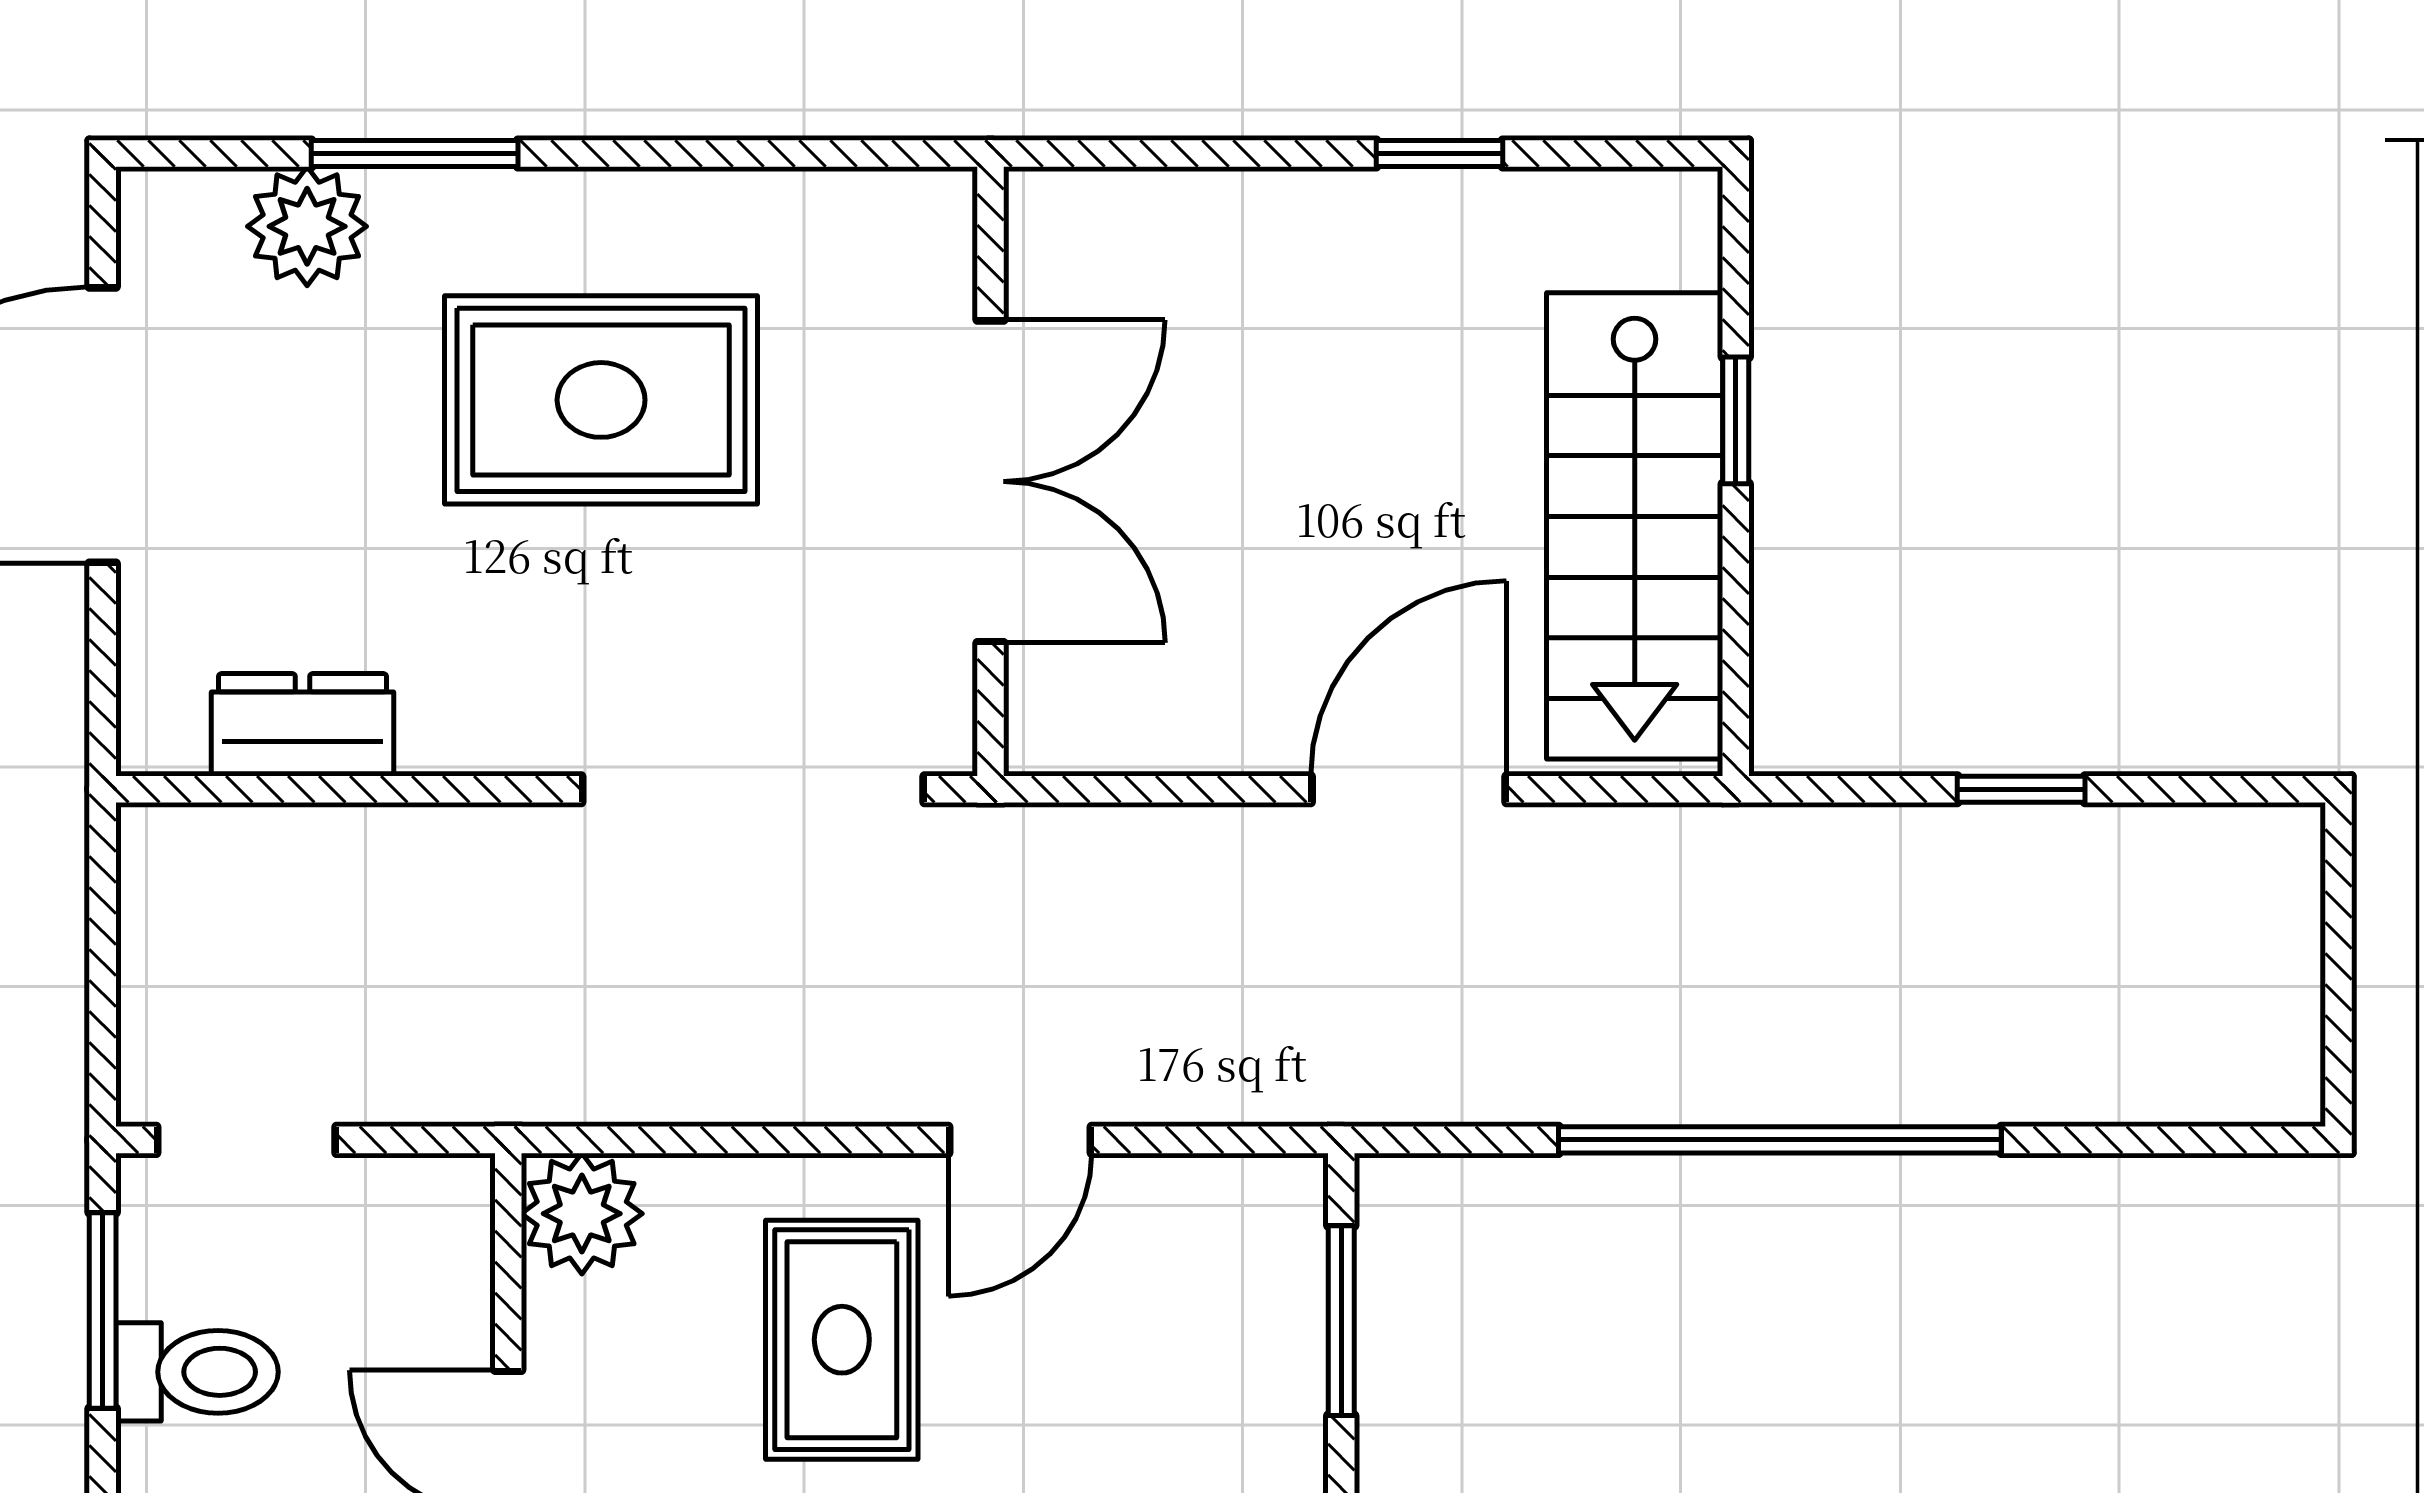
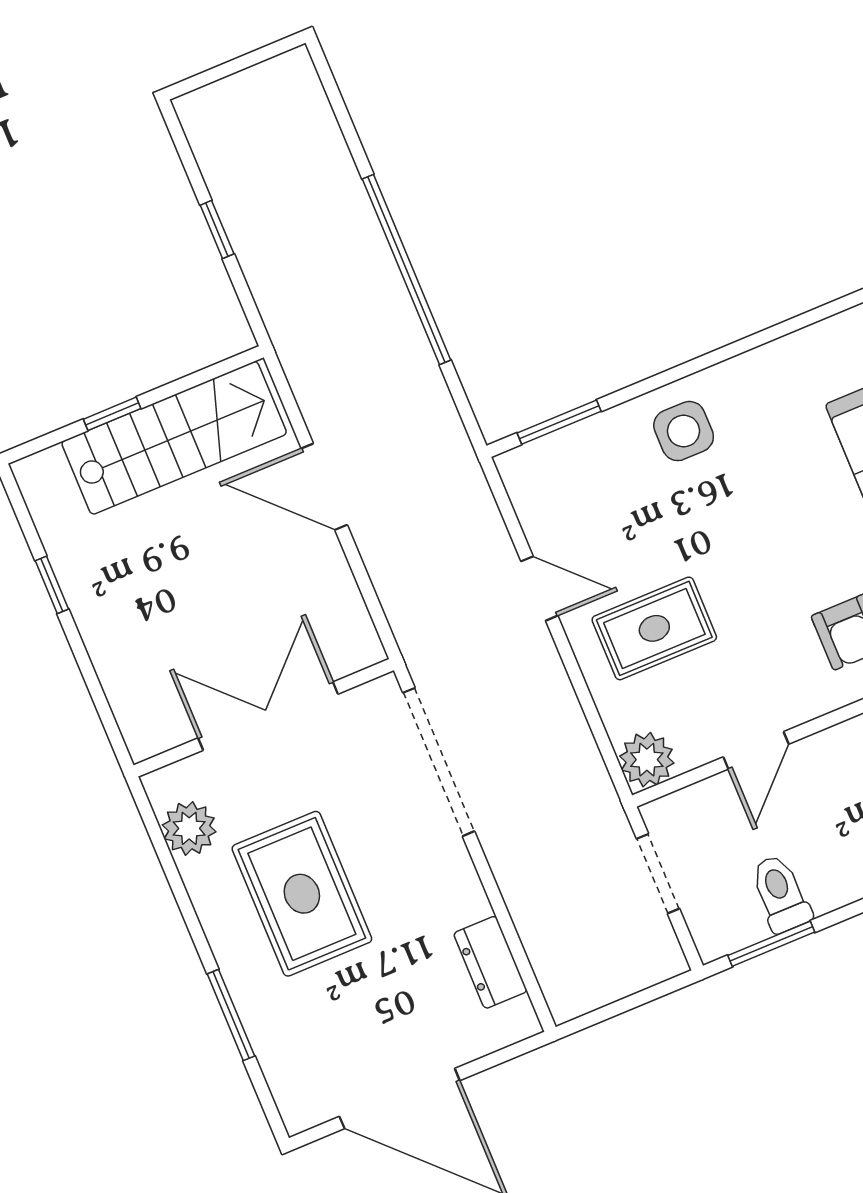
plant: (307, 226) -> (189, 828), moved
doorway: (246, 1140) -> (658, 874), moved

